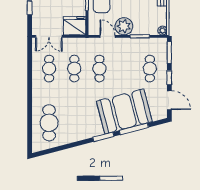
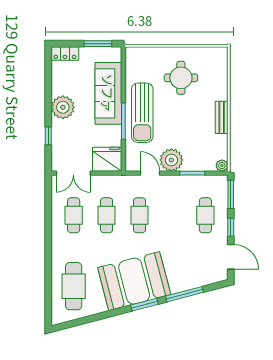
booth: (124, 111) -> (134, 281), moved

